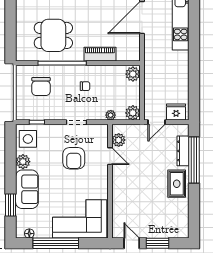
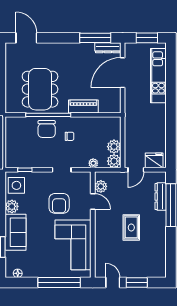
dining table: (53, 35) -> (40, 89), width x1.38
plant: (133, 74) -> (114, 147), moved
chair: (41, 87) -> (47, 129), moved
rug: (177, 184) -> (131, 227), moved
corner sofa: (80, 219) -> (73, 245), moved, turned -90
window: (56, 243) -> (59, 282), moved

